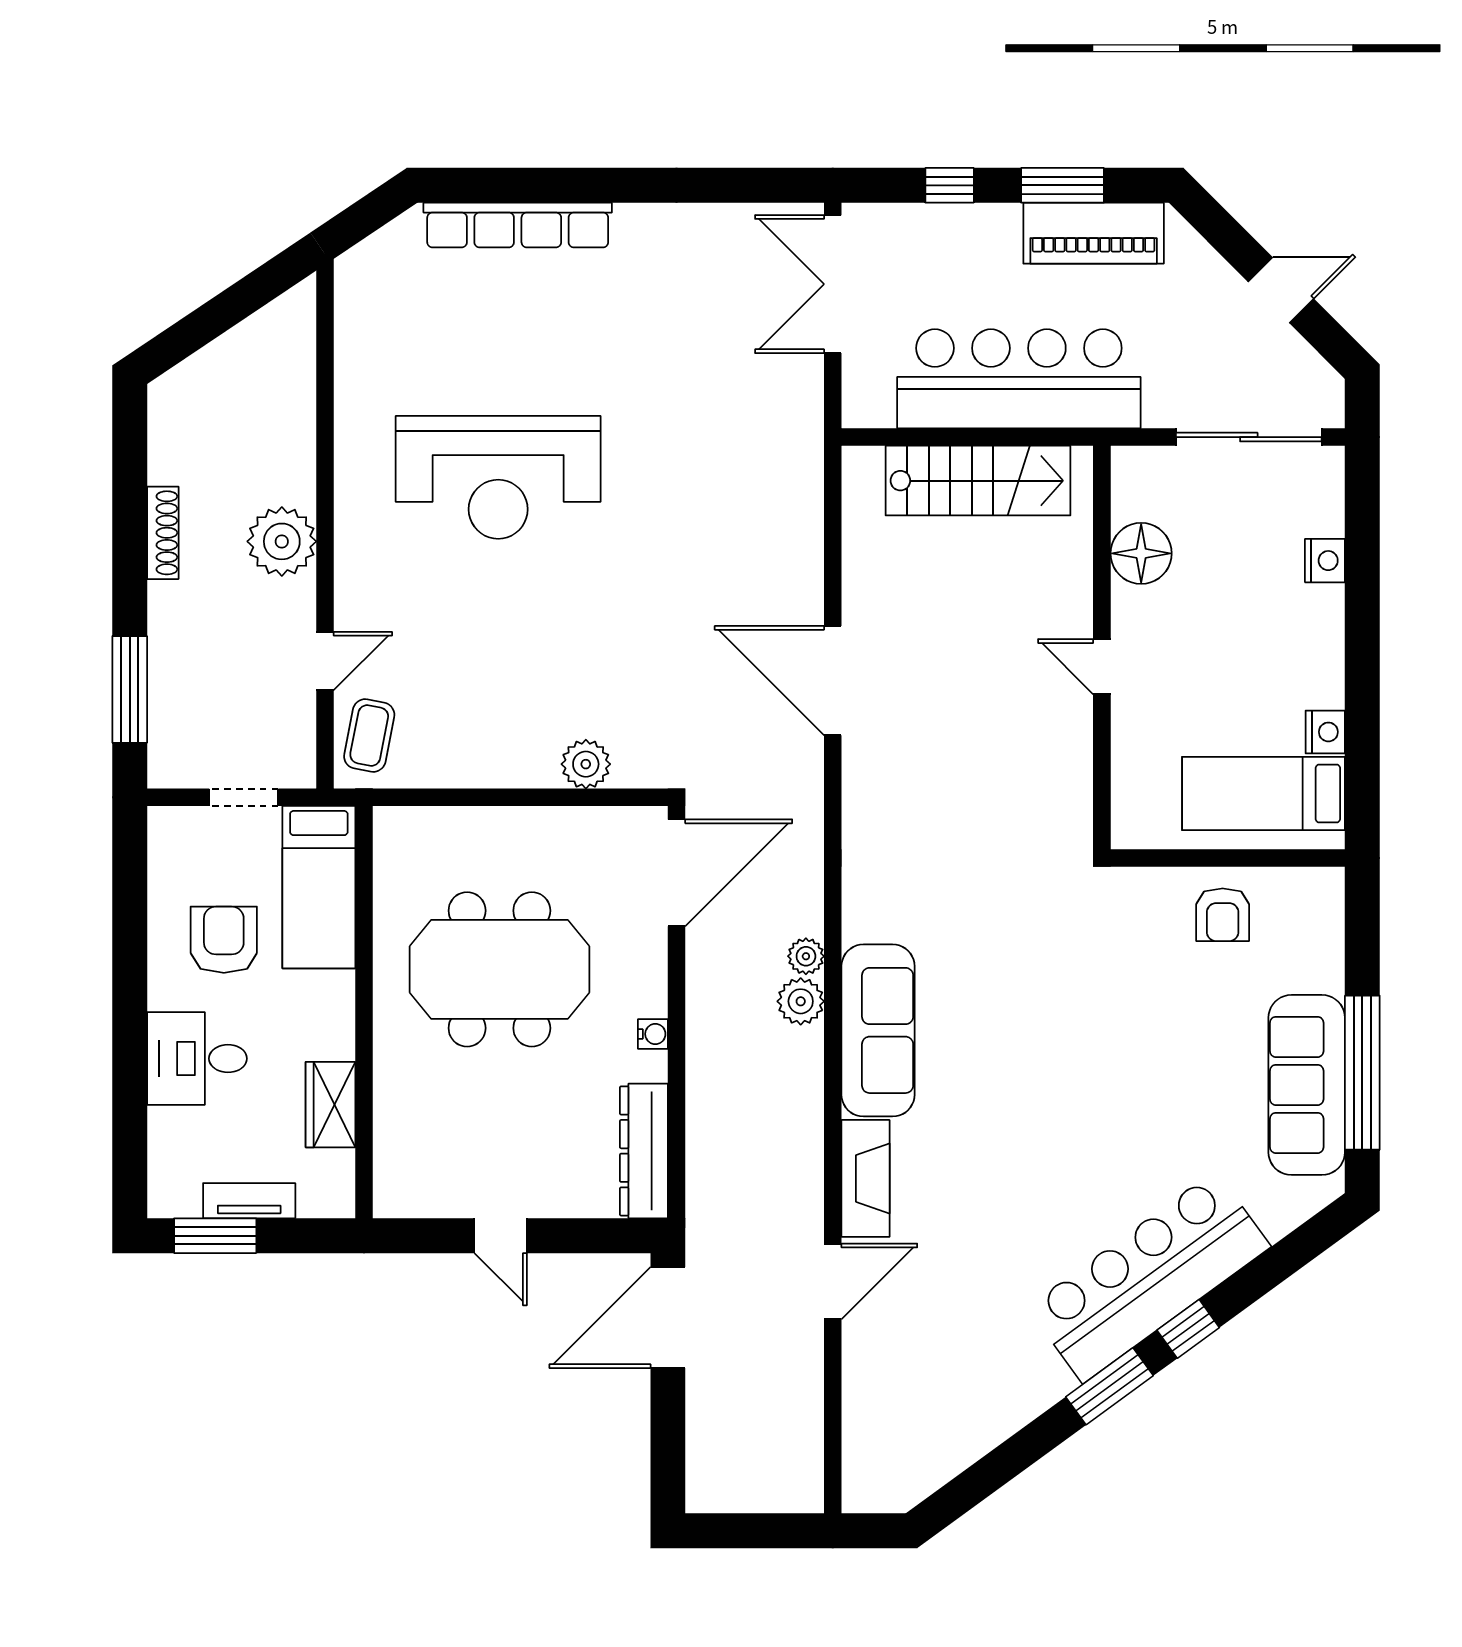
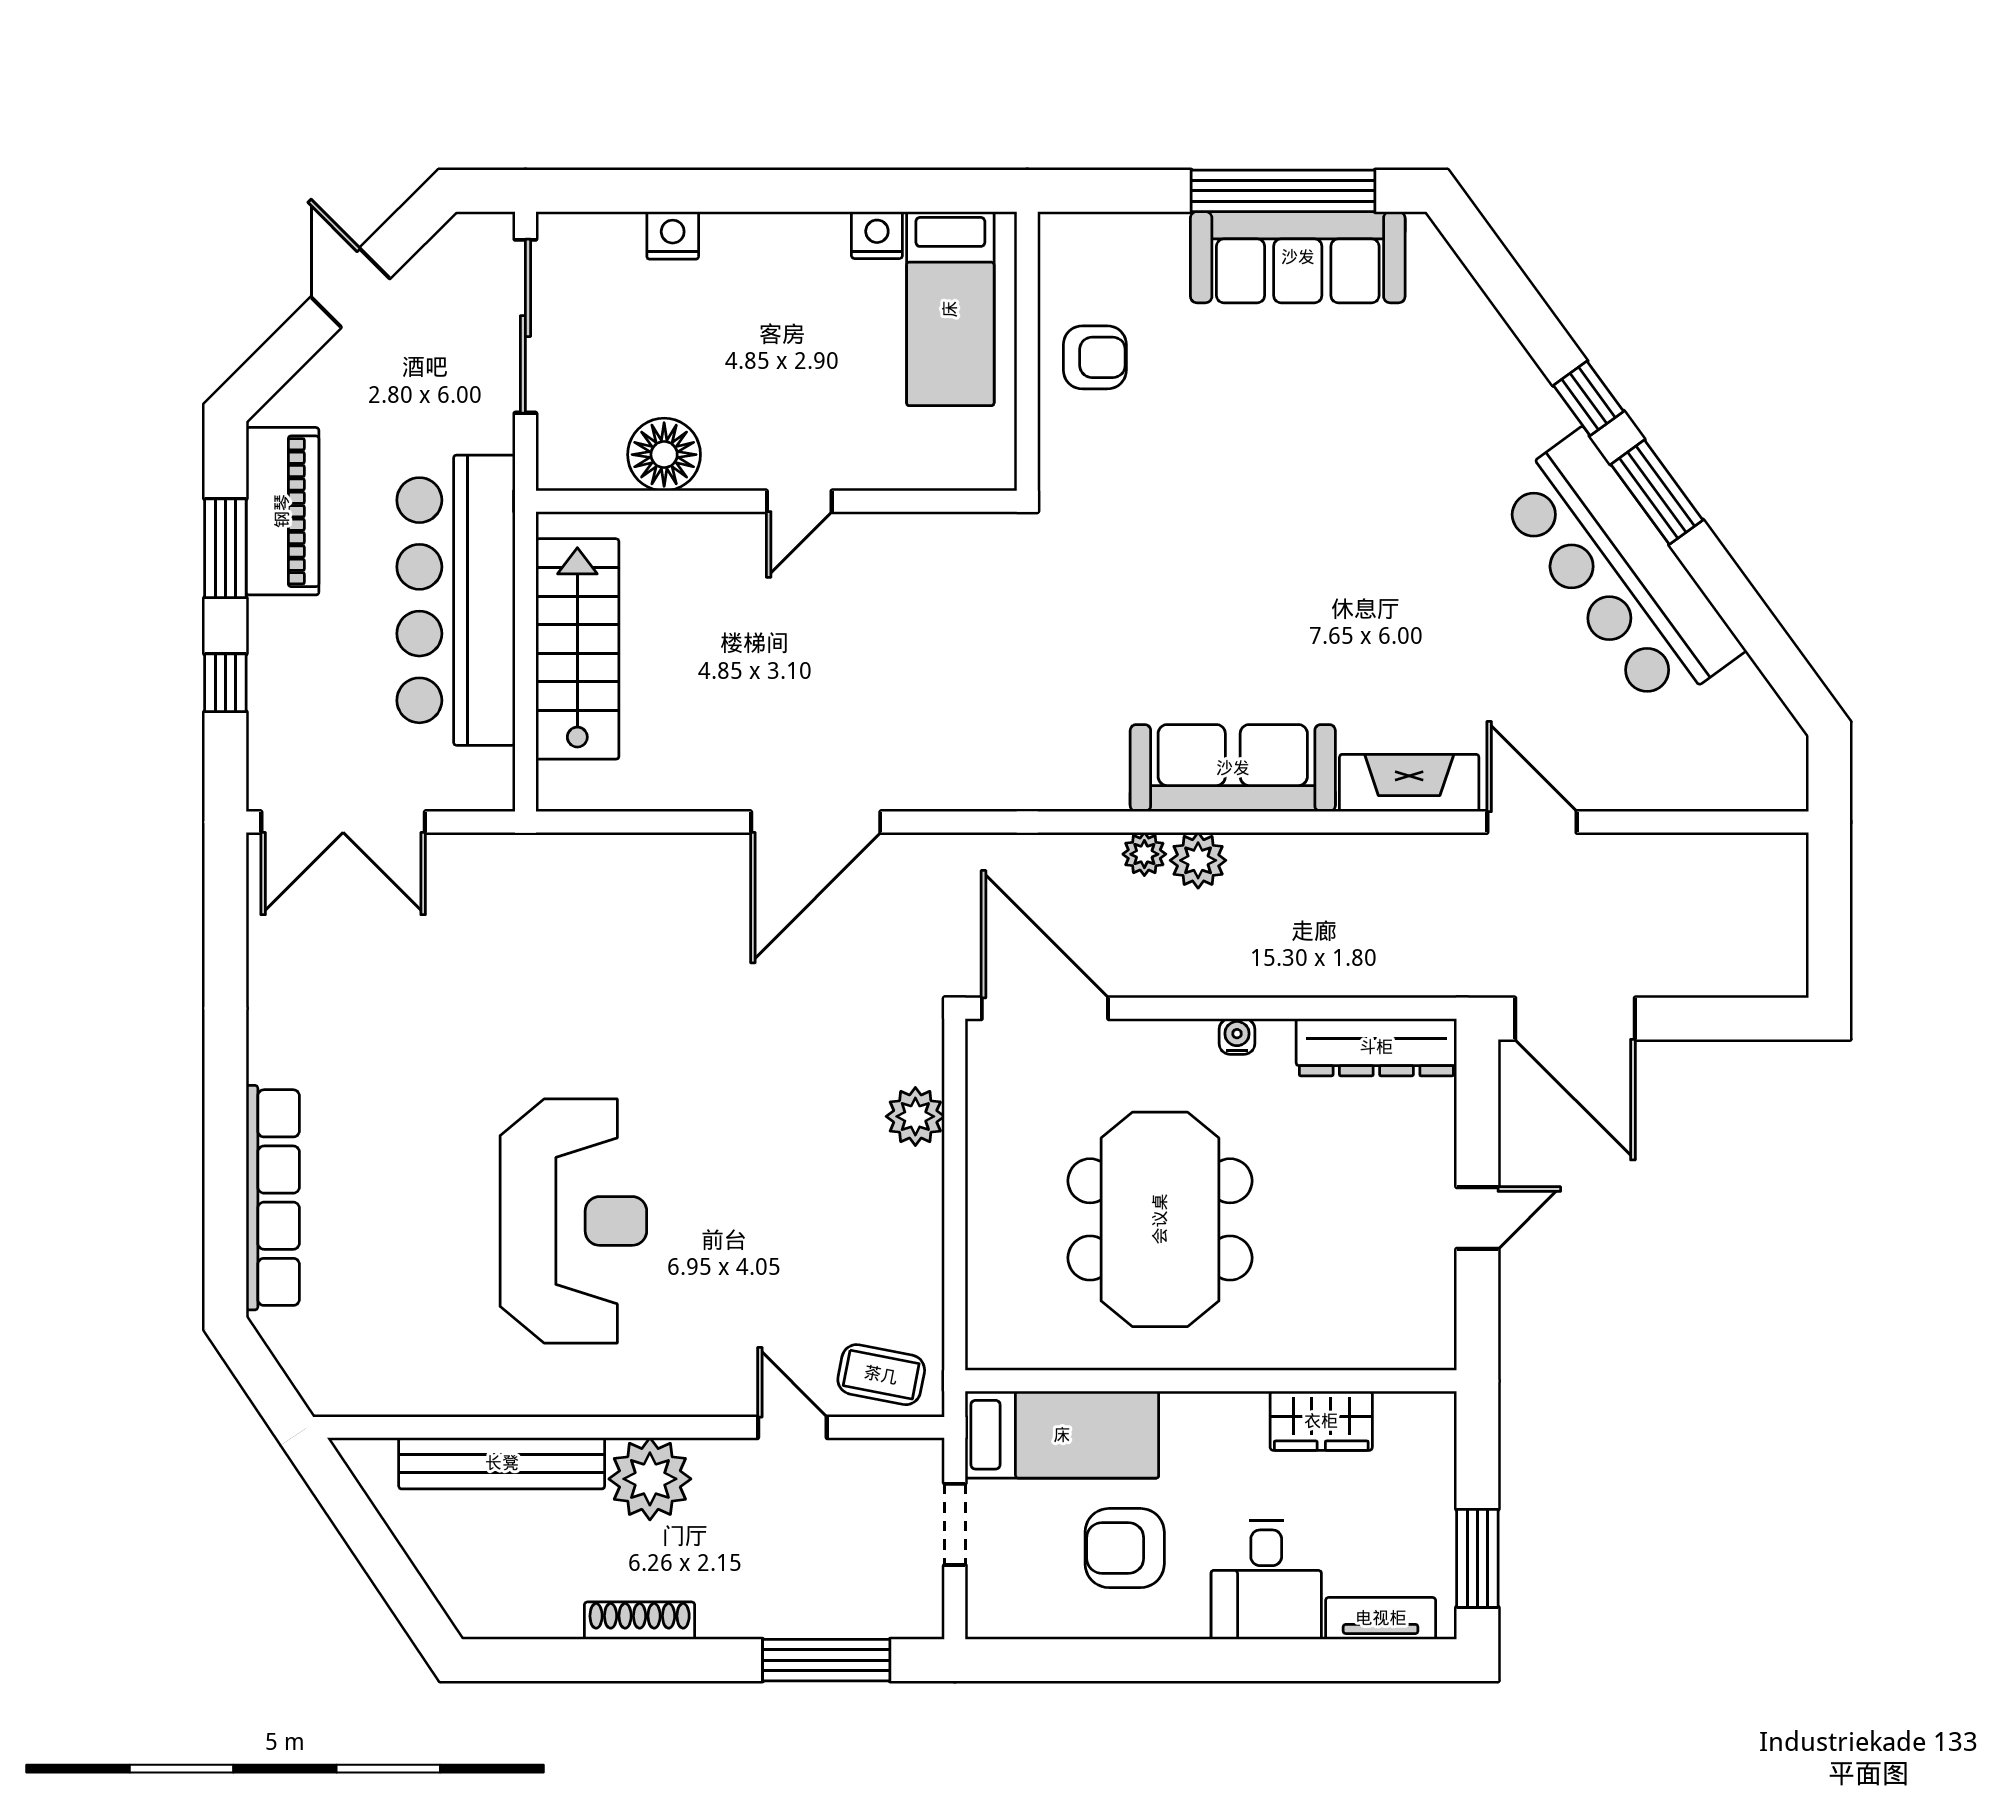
bench: (295, 417) -> (502, 1463), added
tv unit: (249, 1201) -> (1381, 1618), moved, turned 90
bar counter: (1149, 1277) -> (1619, 572), moved

